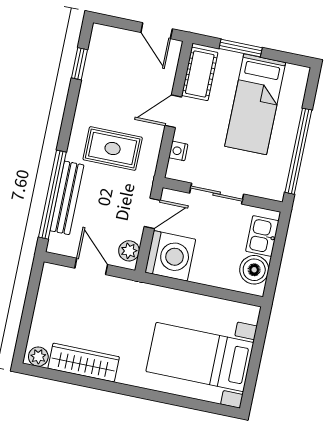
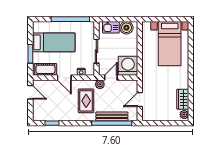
door: (157, 31) -> (30, 92), hinge flipped
door: (152, 213) -> (111, 78), hinge flipped
plant: (129, 251) -> (100, 84), moved
wardrobe: (84, 363) -> (183, 99), width x0.67

